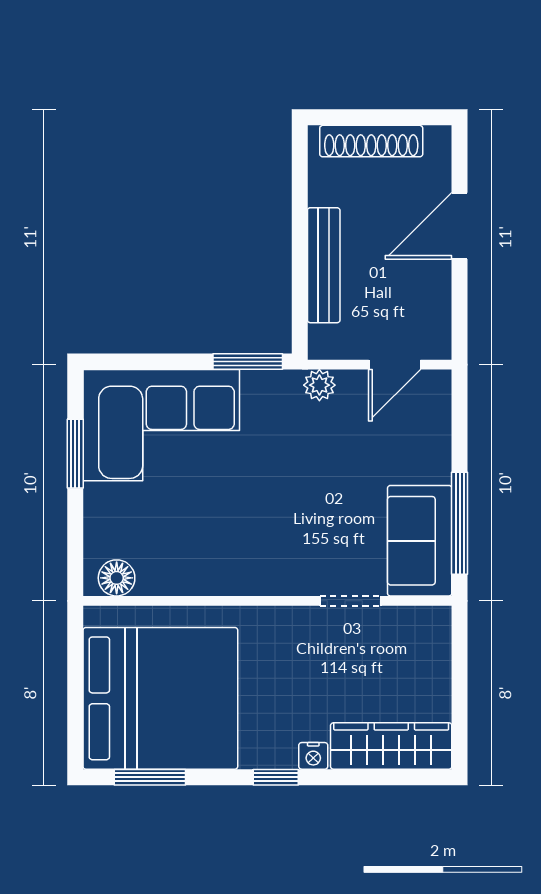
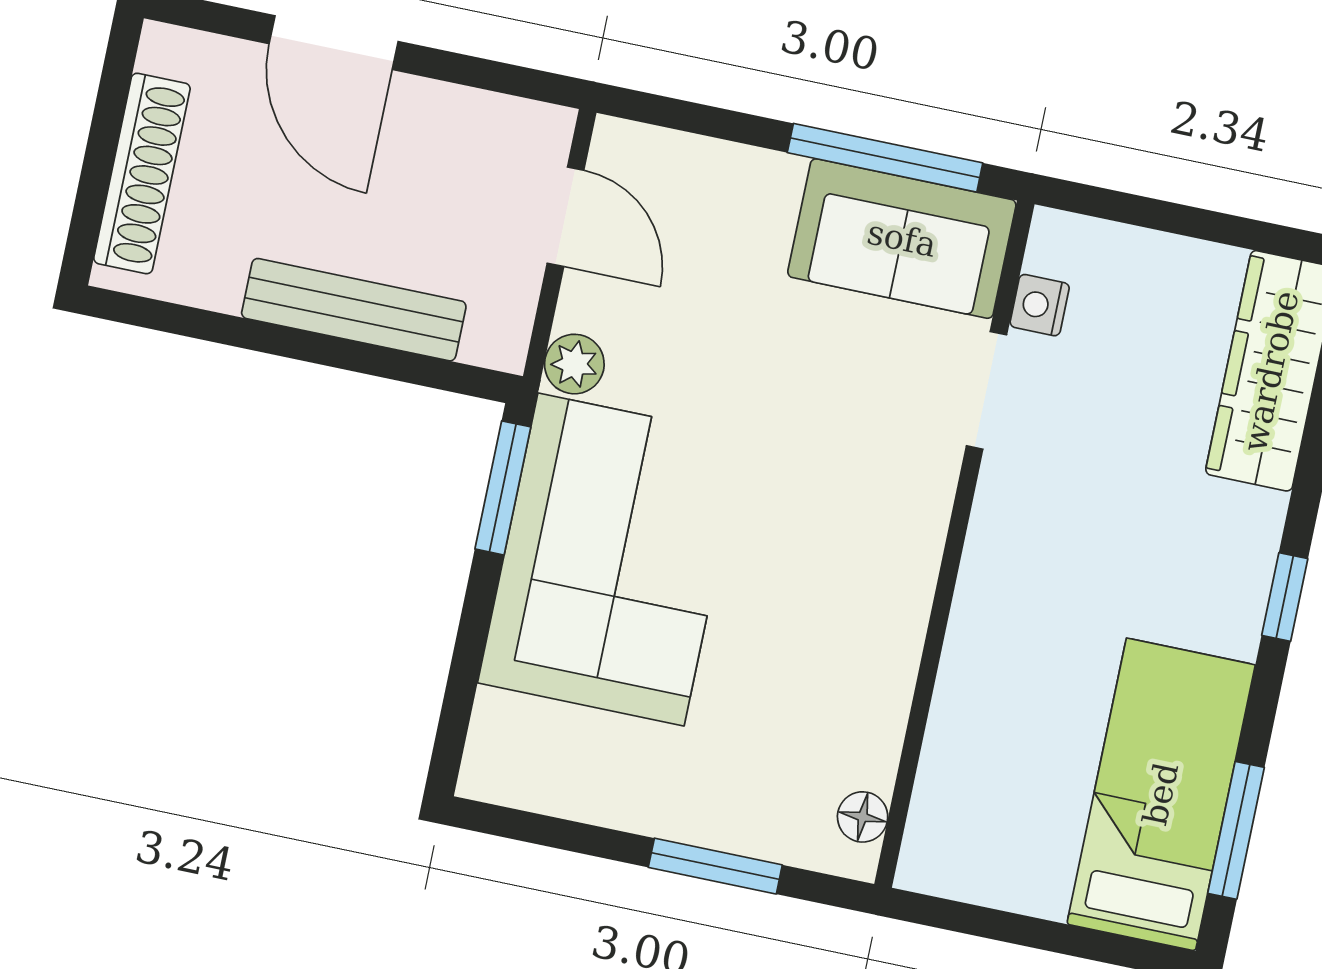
corner sofa: (161, 425) -> (611, 560), moved
window: (75, 454) -> (715, 866), moved
floor lamp: (117, 578) -> (863, 817), width x0.73, depth x0.73
bed: (160, 698) -> (1161, 794), width x0.49
nightstand: (313, 756) -> (1040, 305), moved, turned 180

